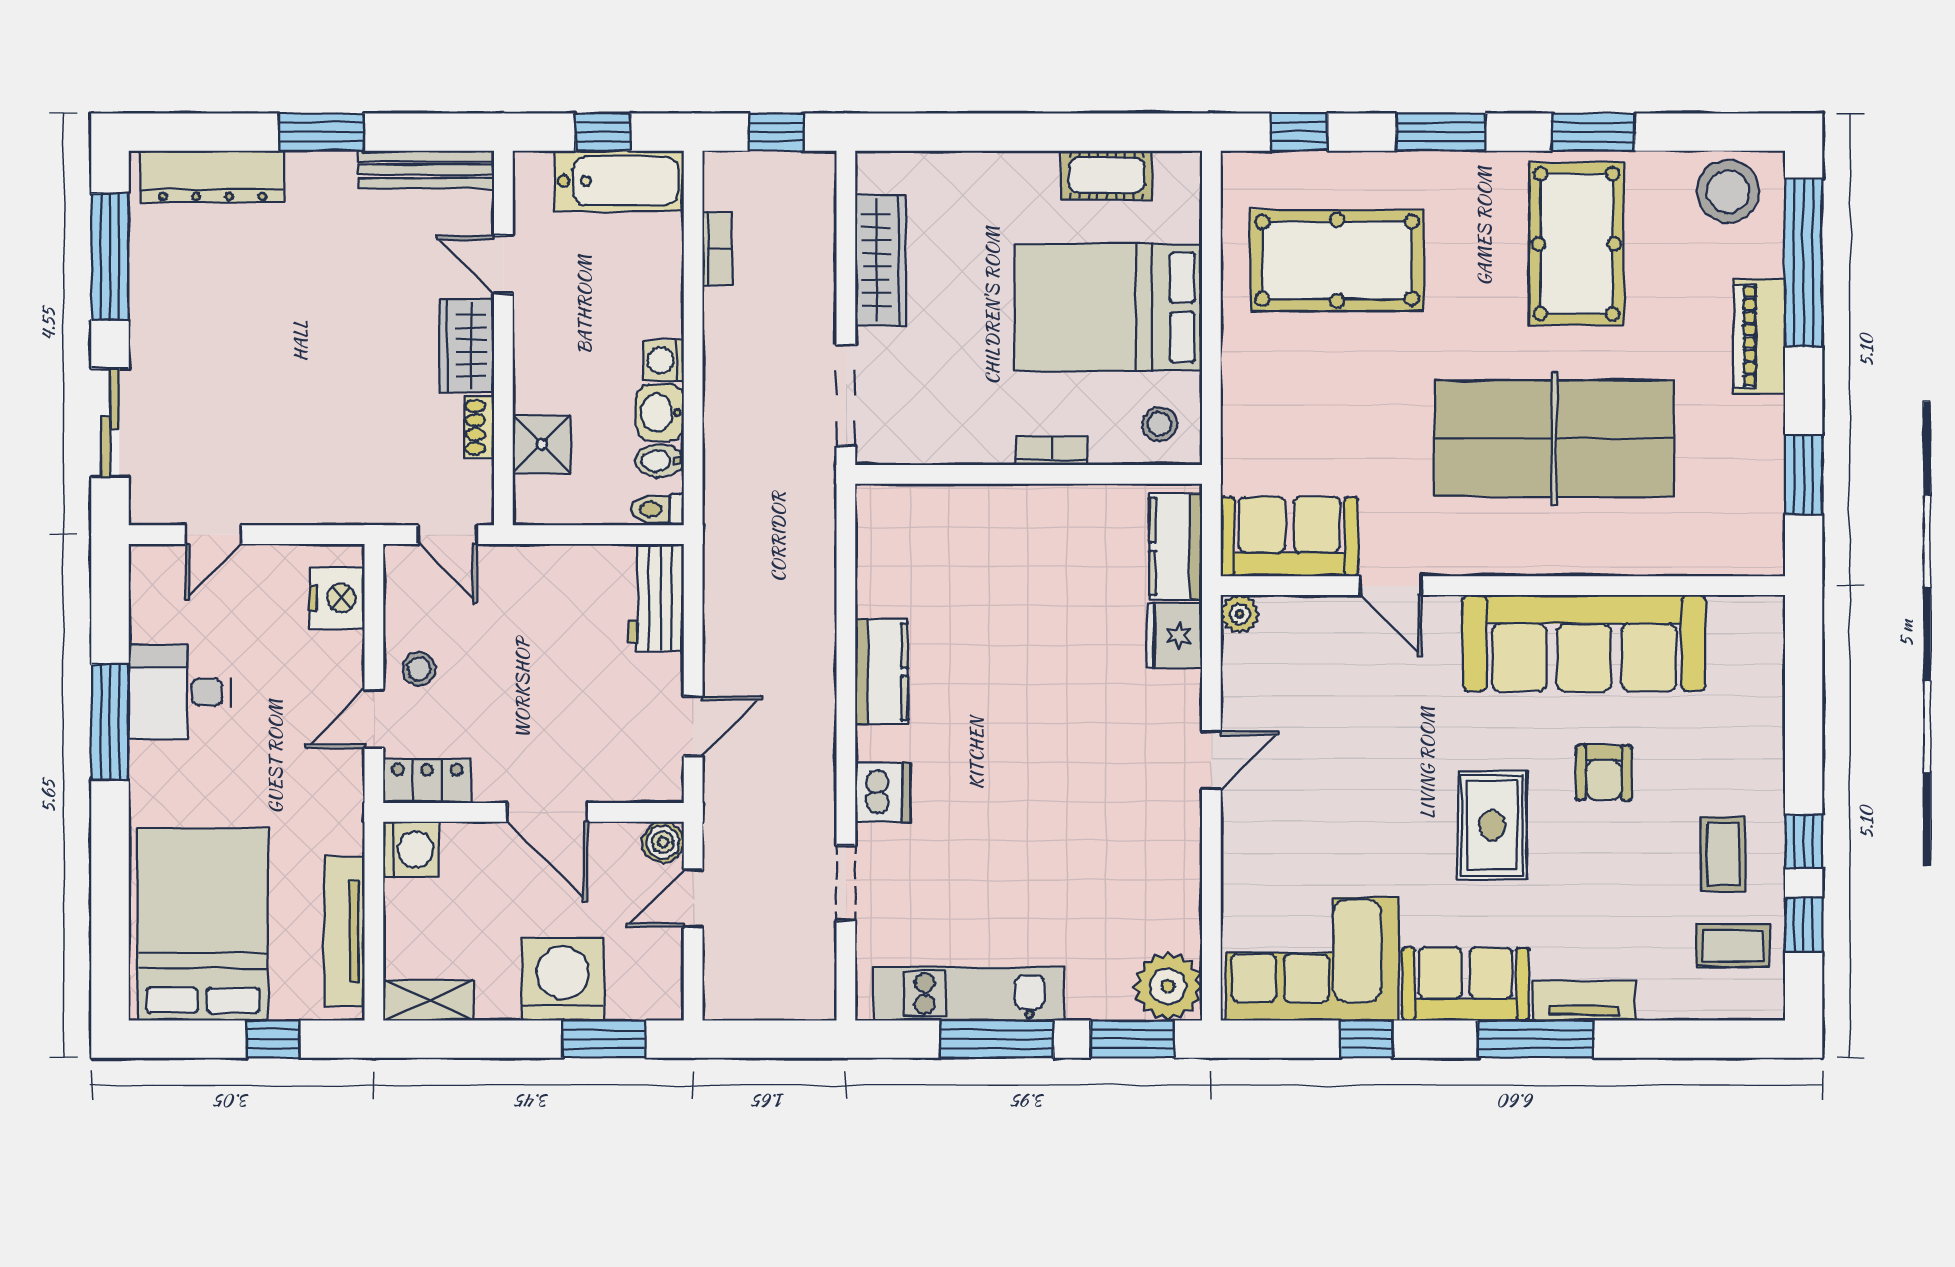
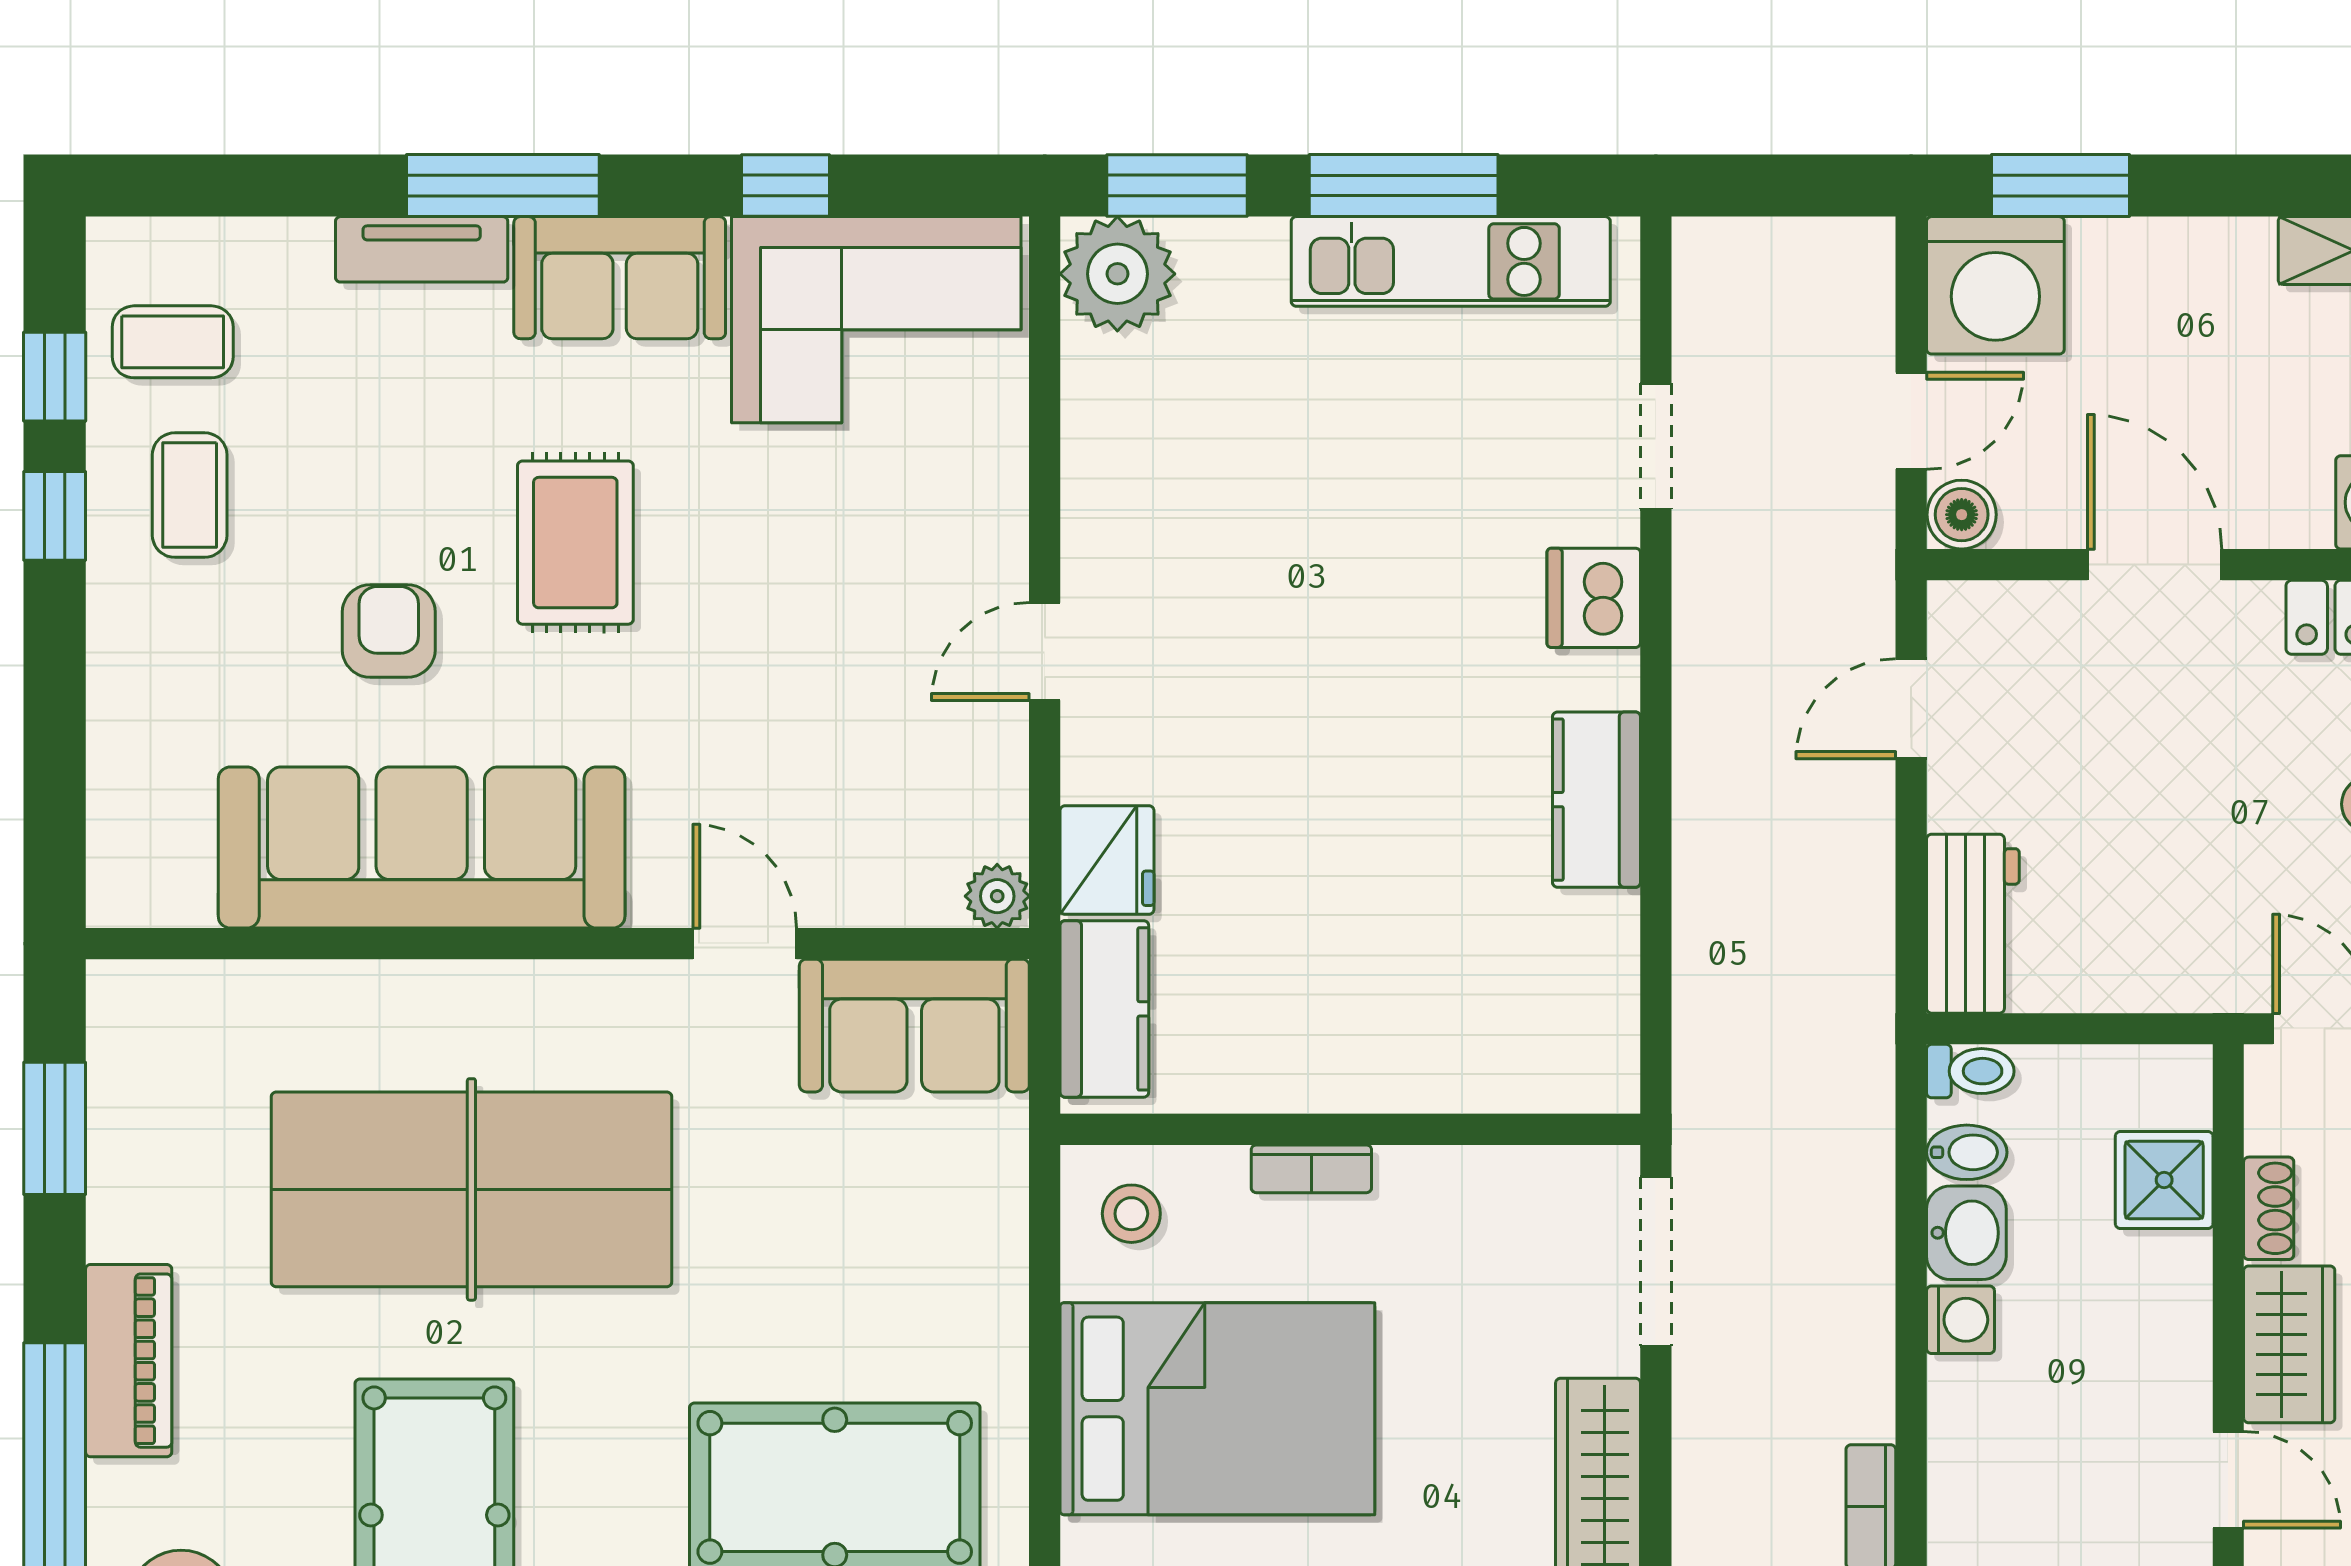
washing machine: (563, 979) -> (1995, 285), moved

